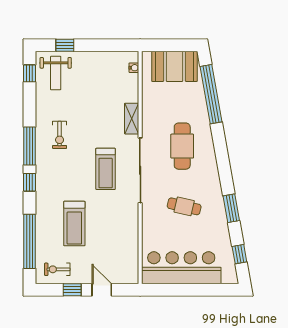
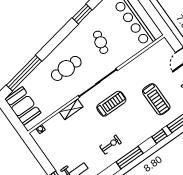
window: (30, 182) -> (159, 136), moved
treadmill: (74, 224) -> (156, 99), turned 90

